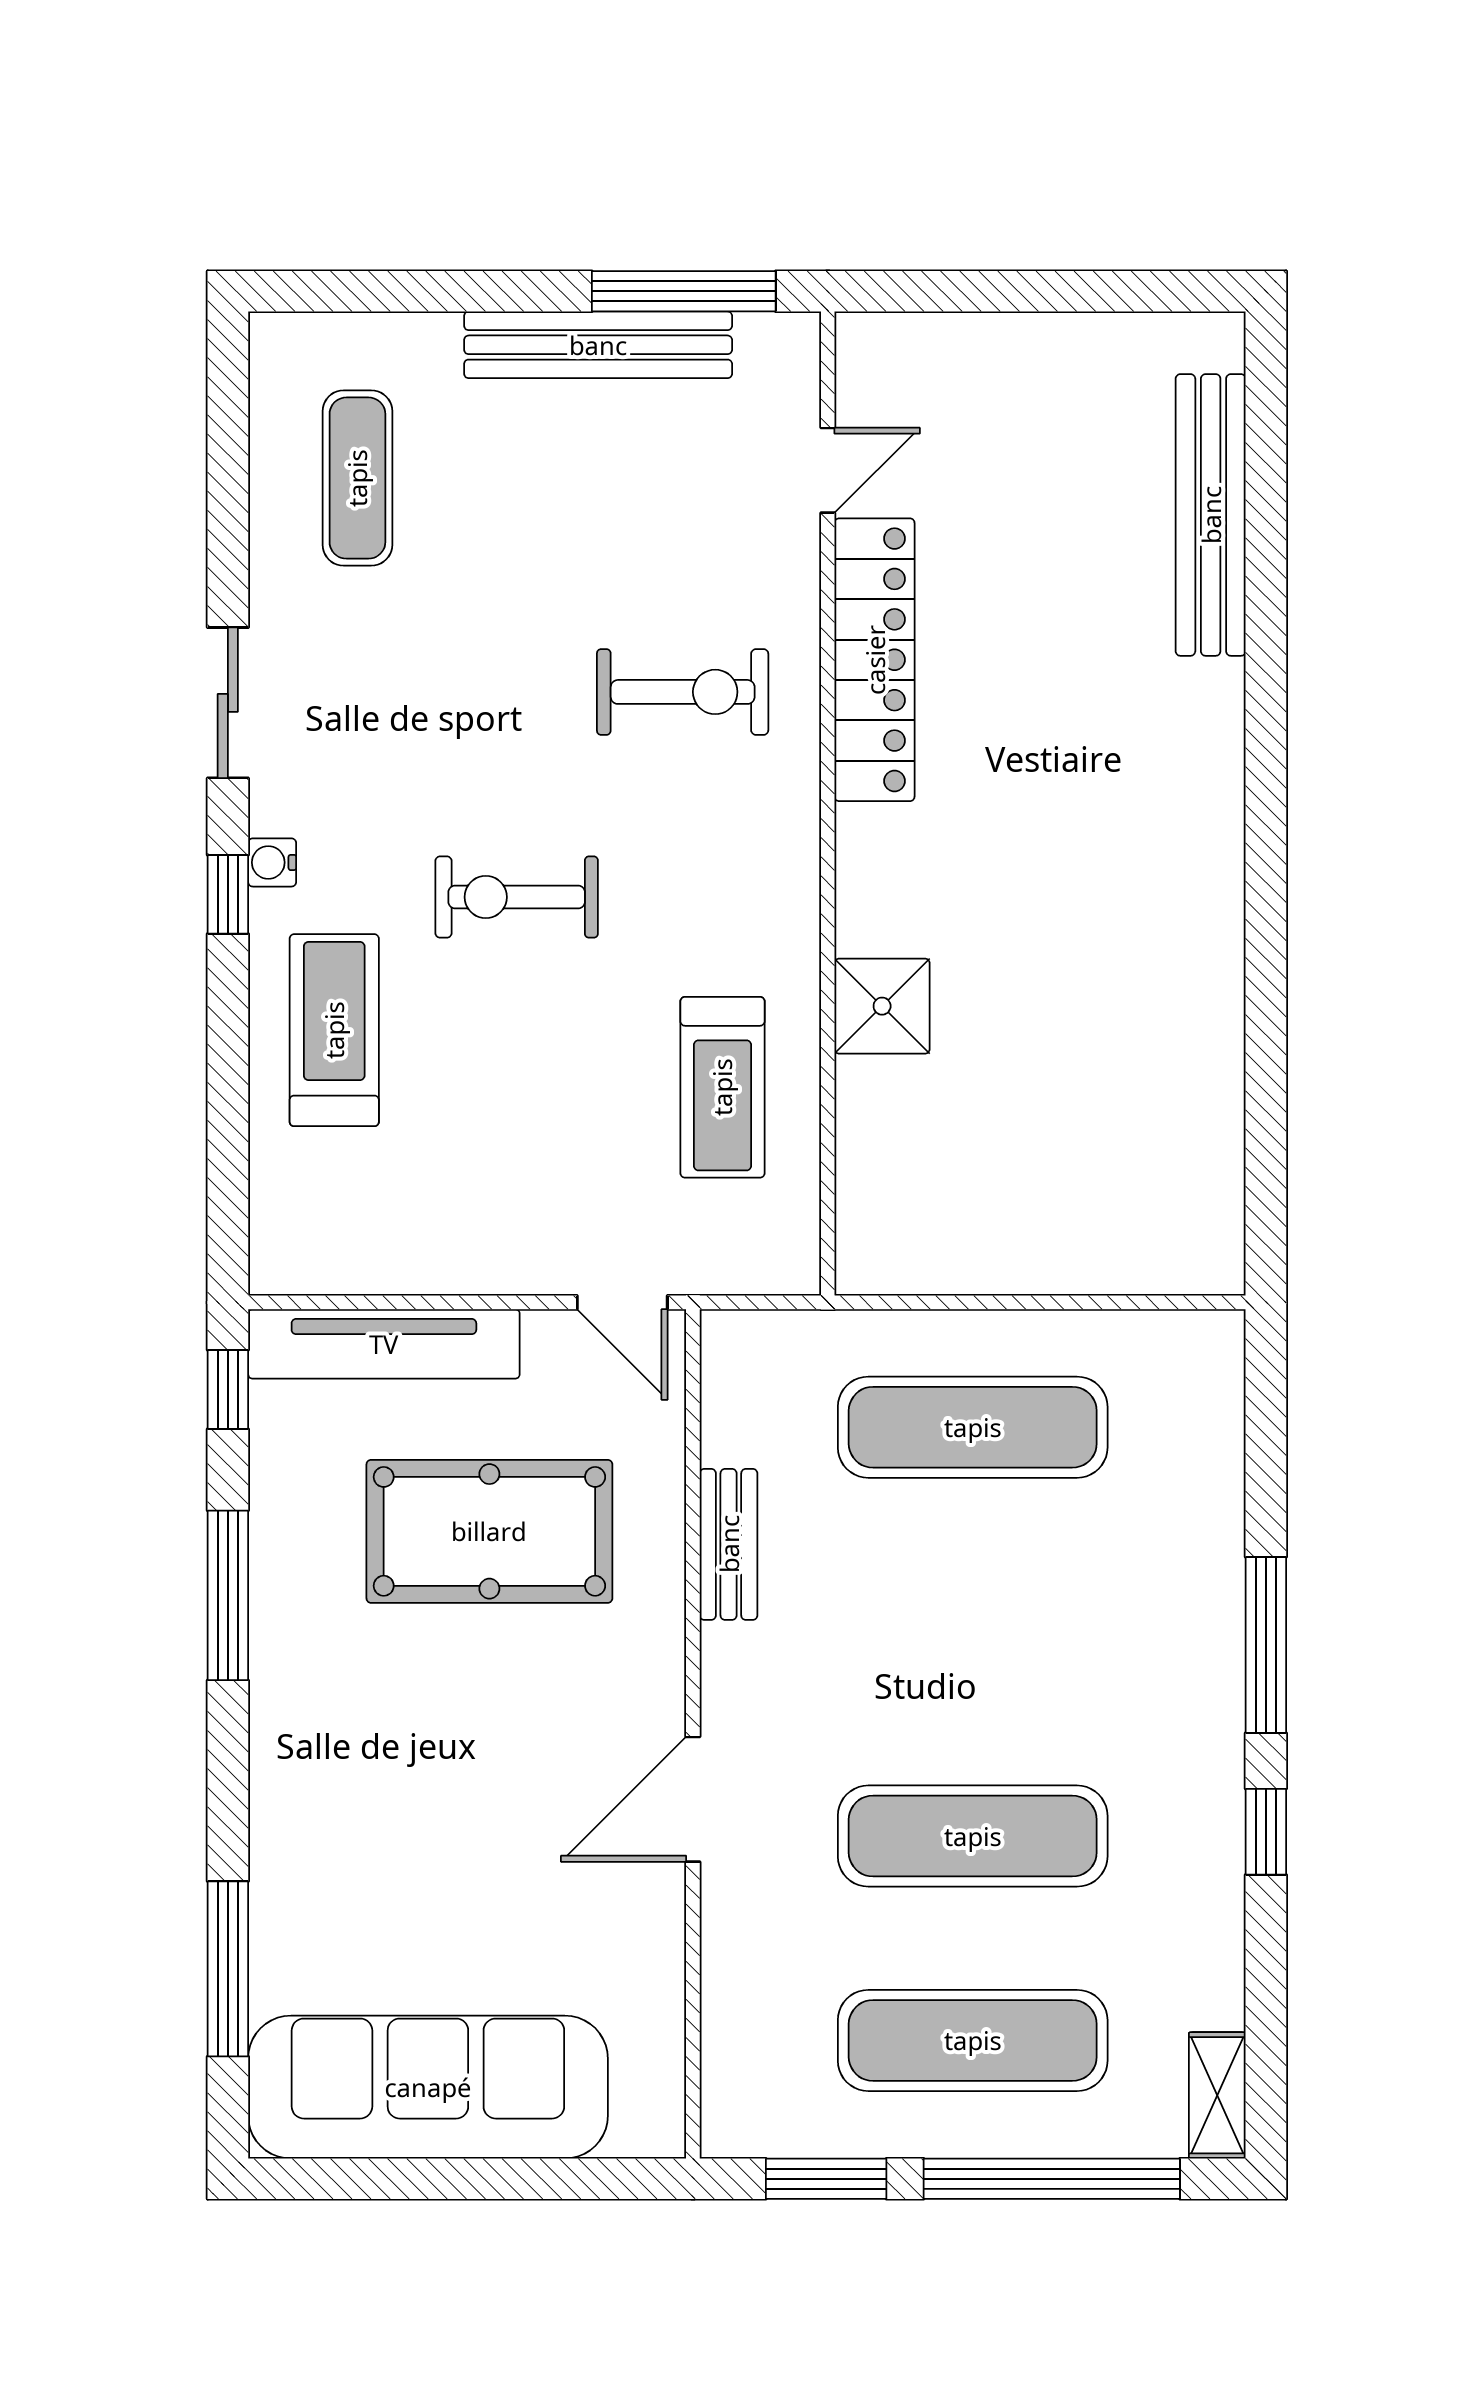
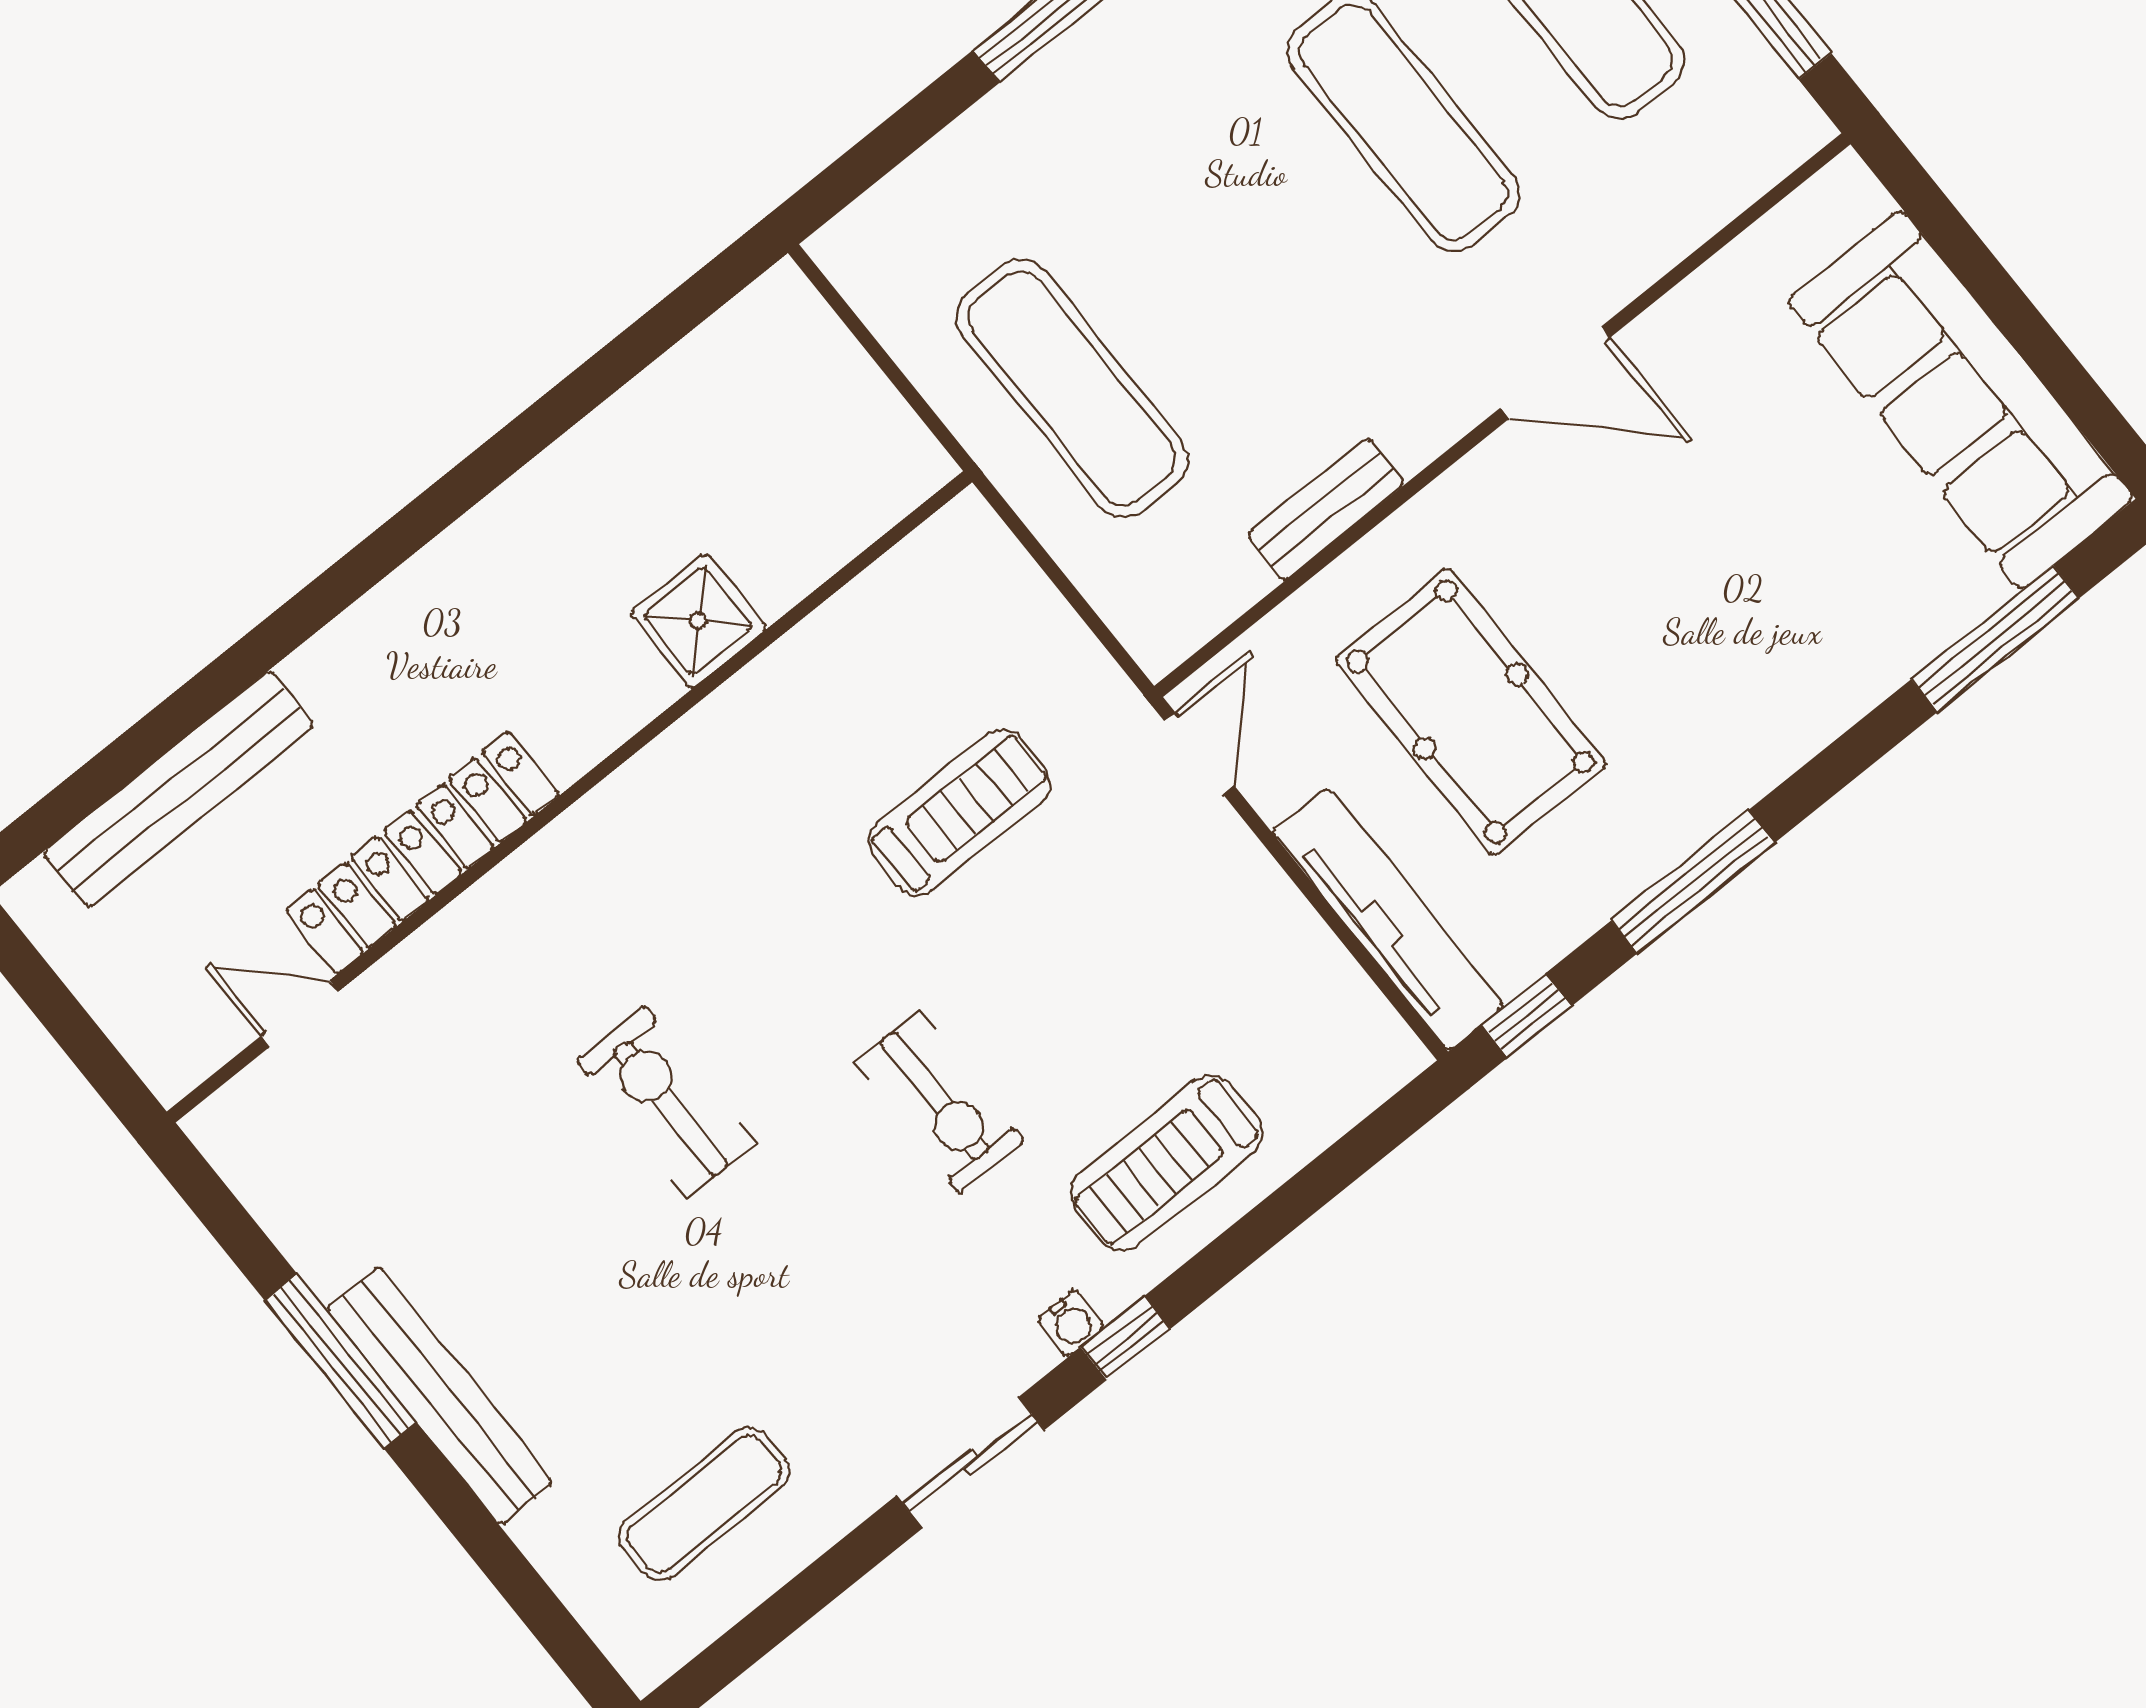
door: (828, 470) -> (300, 1014), moved
locker: (875, 660) -> (423, 853), moved
wall: (828, 804) -> (569, 797), moved
shower: (882, 1006) -> (698, 621), moved

